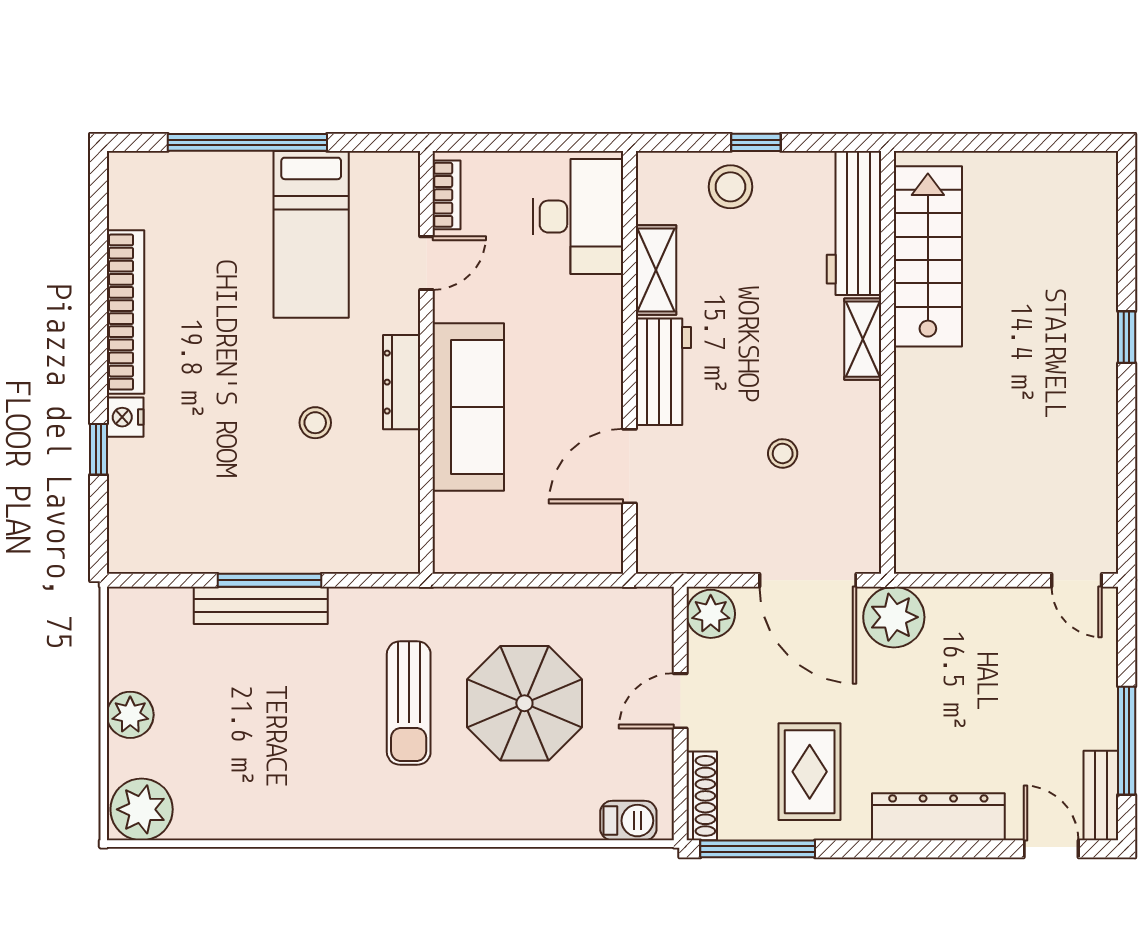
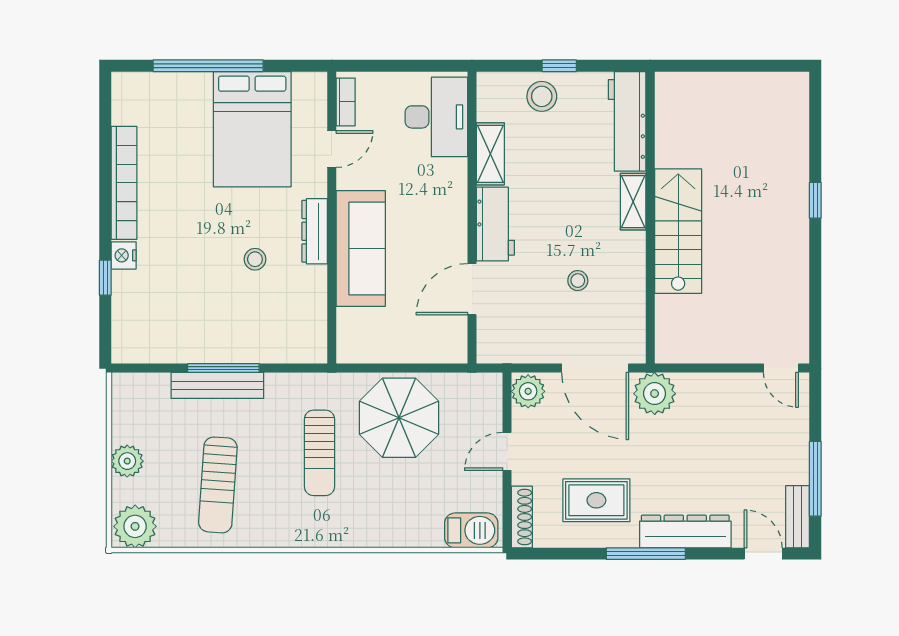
bed: (311, 234) -> (252, 129), width x1.50
stairs: (928, 256) -> (678, 231), moved
parasol: (524, 703) -> (399, 418), moved
sun lounger: (262, 749) -> (218, 485), added
rug: (810, 772) -> (596, 500), turned 90
barbecue: (628, 821) -> (471, 530), width x1.38, depth x1.27
window: (758, 849) -> (646, 554), moved

